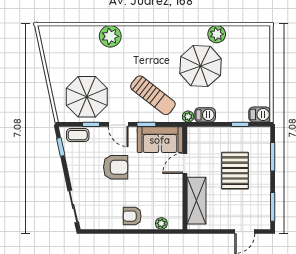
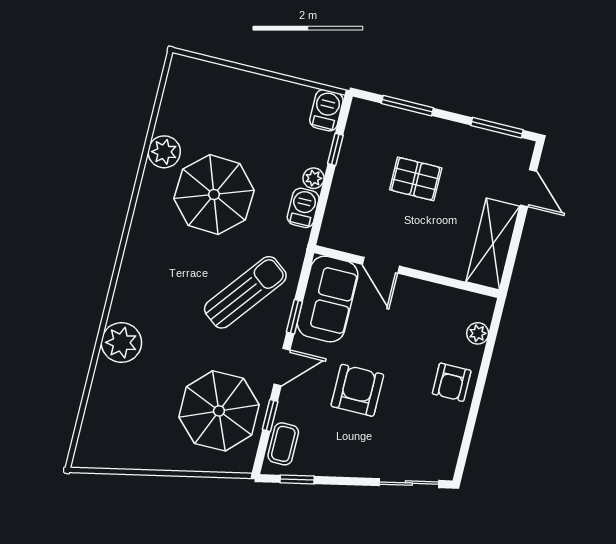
plant: (188, 117) -> (314, 178), moved
pallet: (235, 171) -> (416, 179), width x0.67, depth x0.71
shelving: (196, 201) -> (493, 244), moved, turned 90

